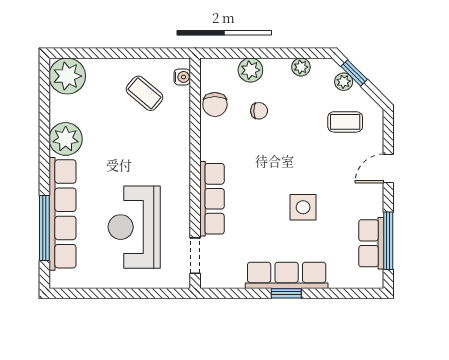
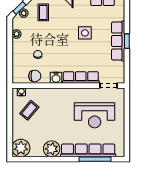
plant: (250, 70) -> (18, 59), removed
water cooler: (211, 148) -> (56, 78), added

